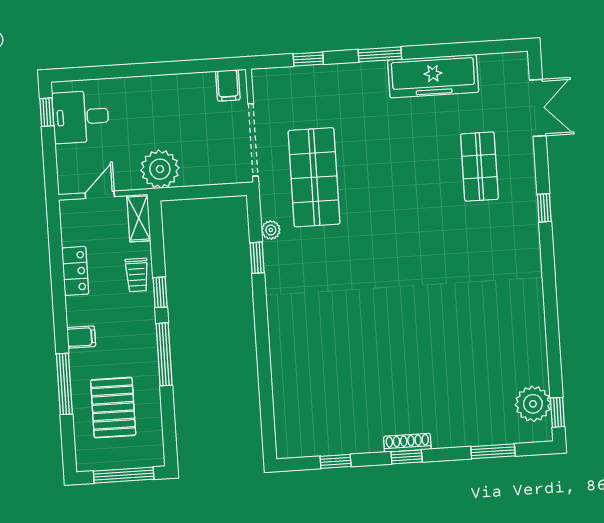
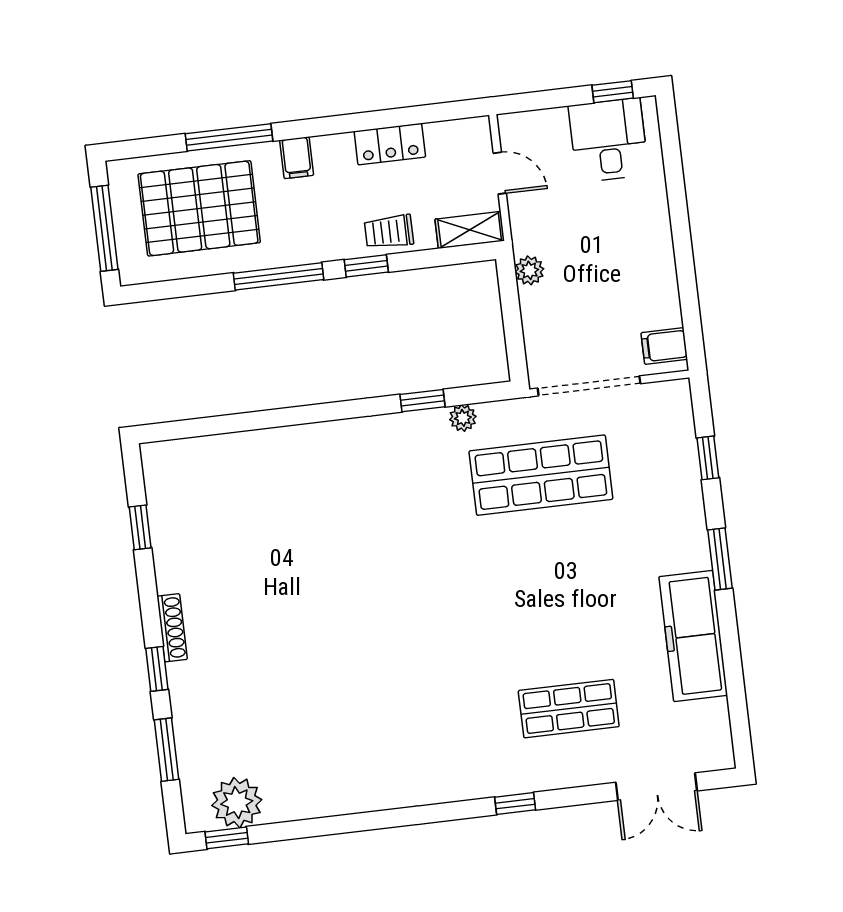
plant: (160, 169) -> (529, 270), width x0.53, depth x0.53
pallet: (113, 408) -> (199, 208), width x1.37, depth x1.41
window: (407, 457) -> (157, 669), moved

